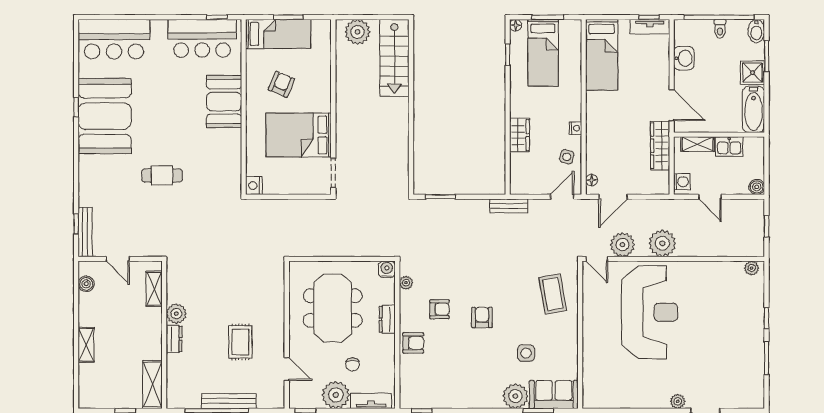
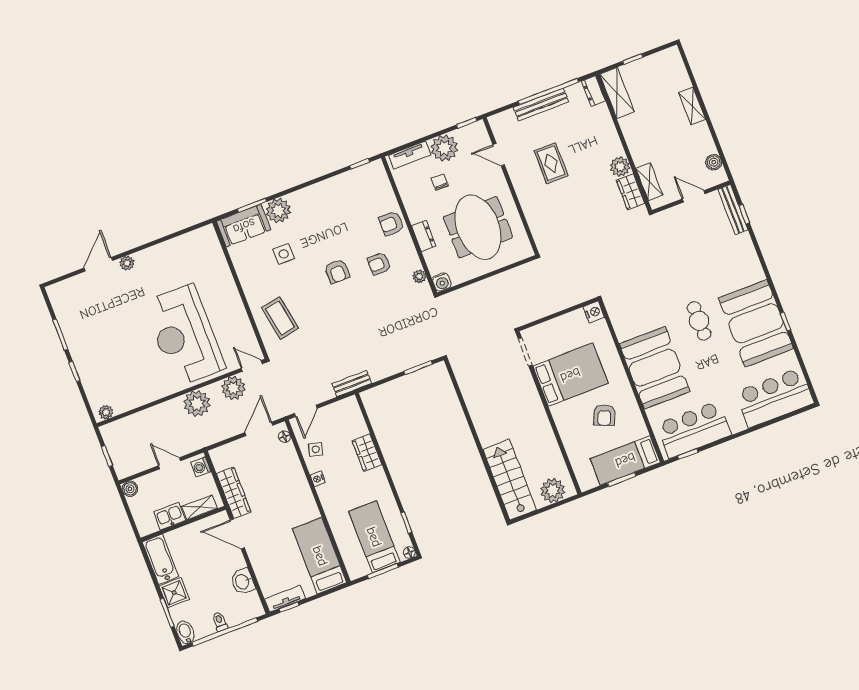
booth: (224, 102) -> (655, 368), width x1.36, depth x1.42
cafe table: (162, 175) -> (699, 321), moved, turned 90
wardrobe: (176, 286) -> (630, 192), added
dresser: (174, 339) -> (593, 91), moved

